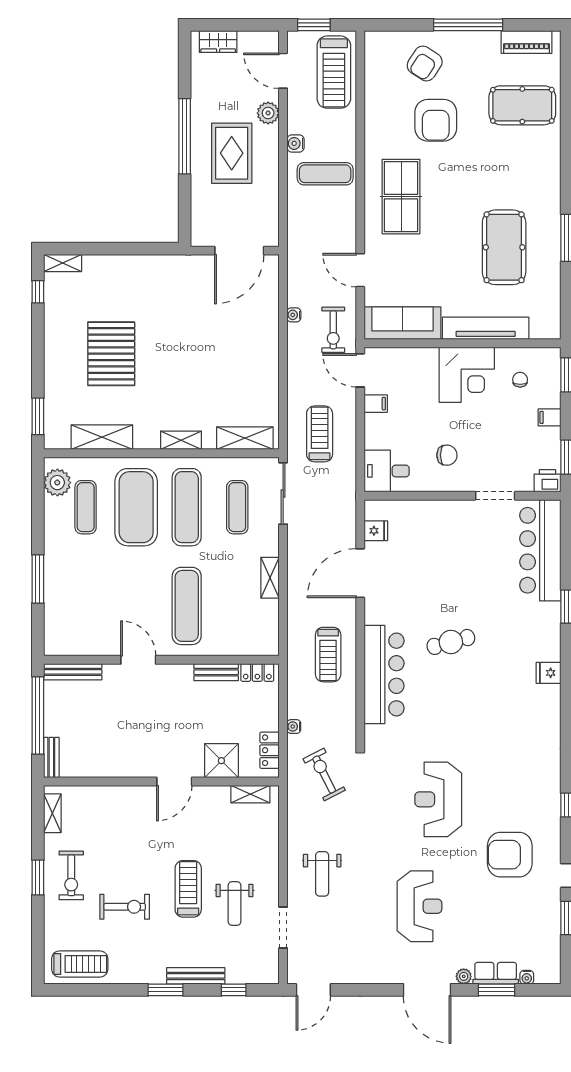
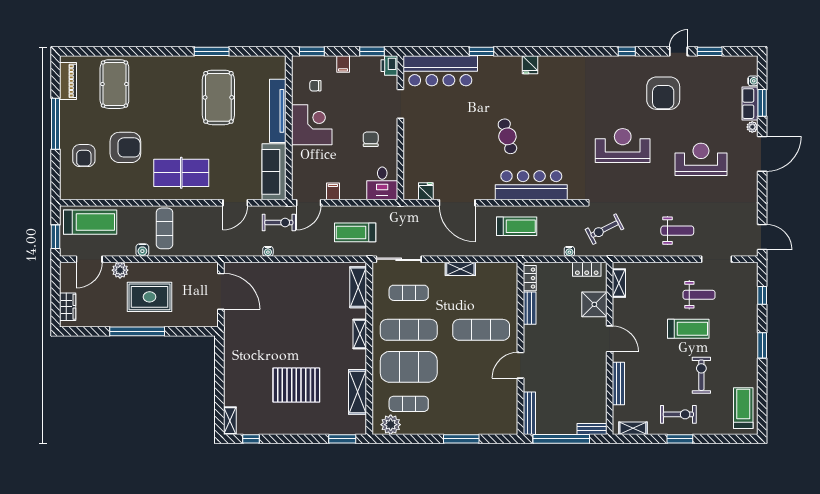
armchair: (425, 64) -> (84, 156), turned 57
pool table: (504, 247) -> (218, 97), turned 90
reception desk: (438, 799) -> (623, 146), turned 180
treadmill: (188, 889) -> (688, 329), turned 180
bench: (196, 976) -> (618, 383), moved

